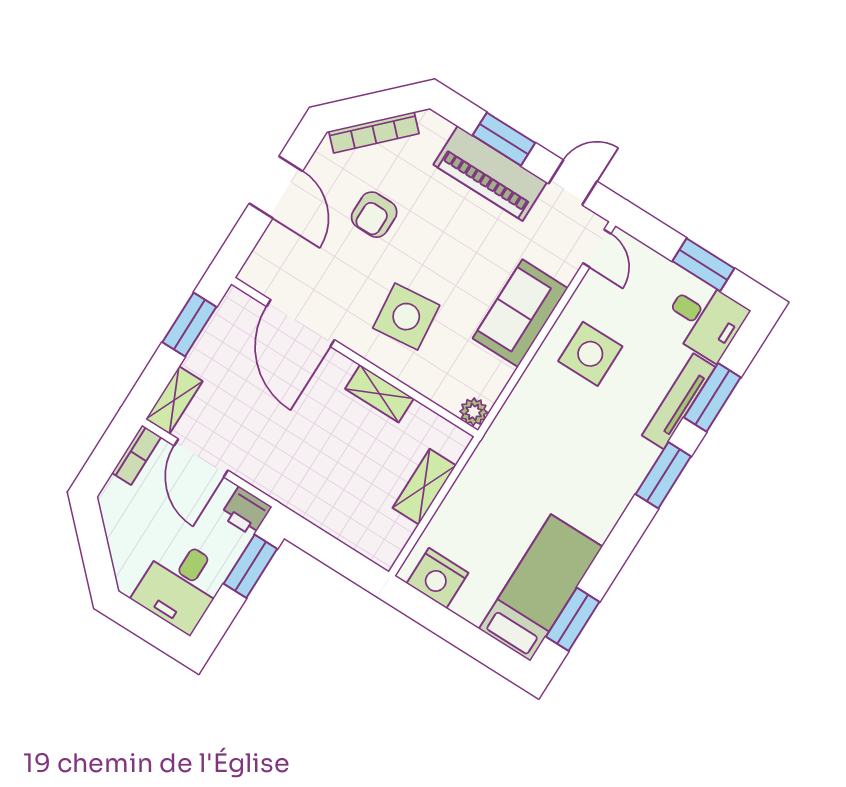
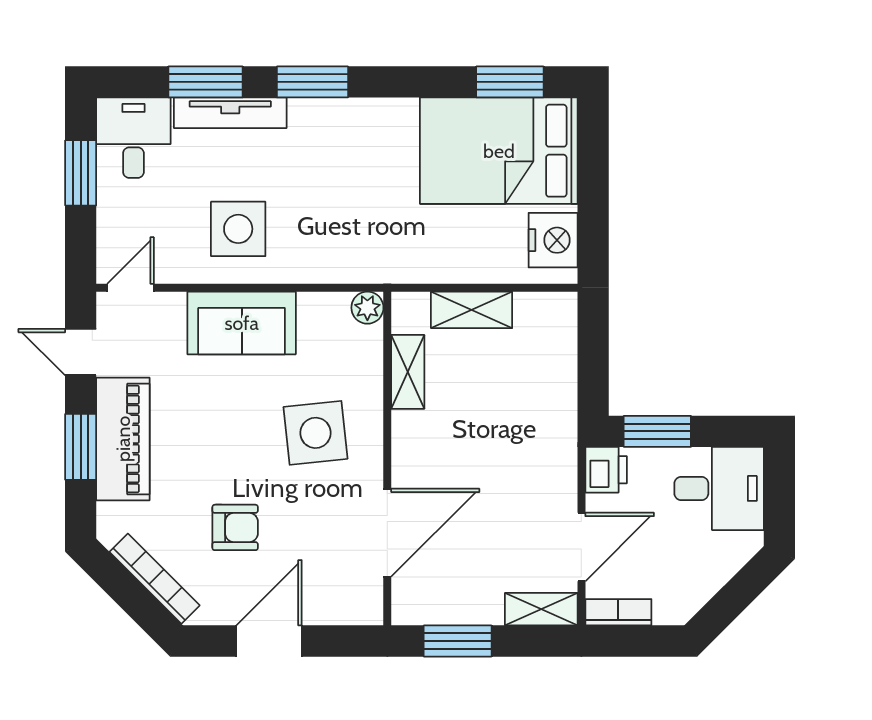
shelving: (379, 394) -> (408, 372), moved
bed: (541, 588) -> (499, 151), width x1.50

